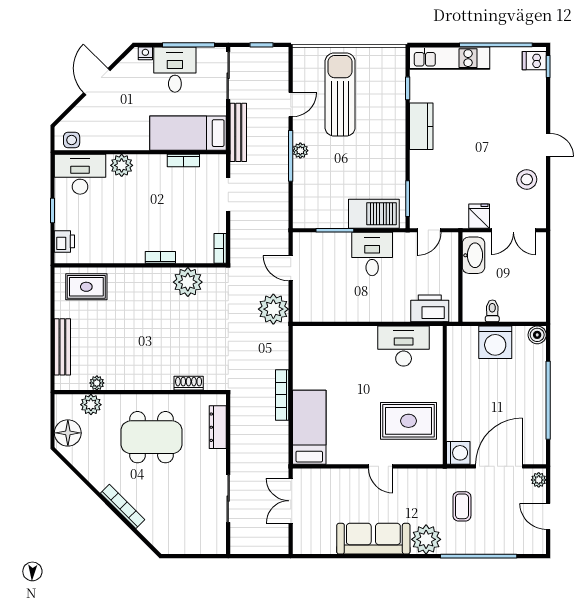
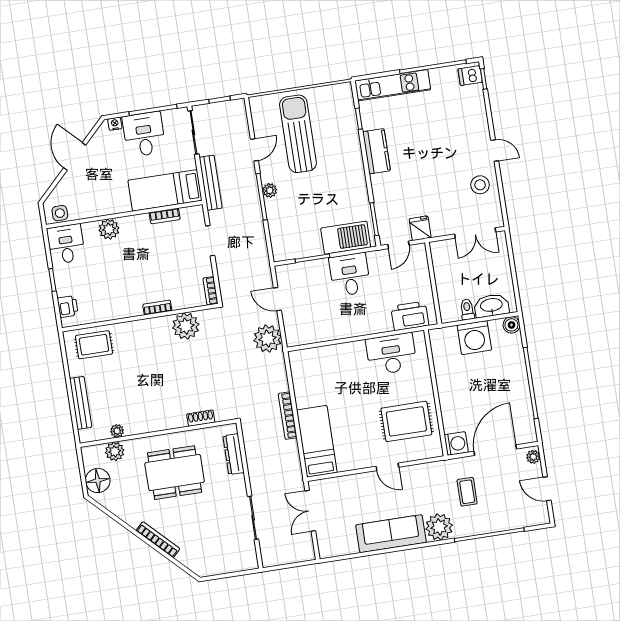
desk: (80, 174) -> (66, 244), width x0.73
fridge: (479, 216) -> (420, 228), moved
washbasin: (473, 255) -> (491, 306), moved, turned -90

